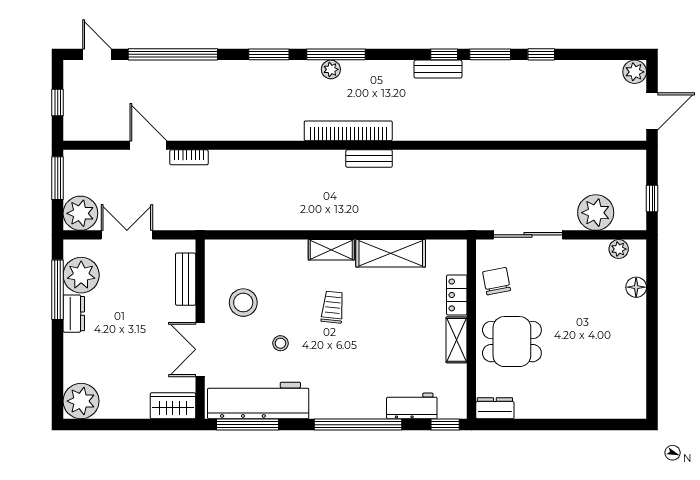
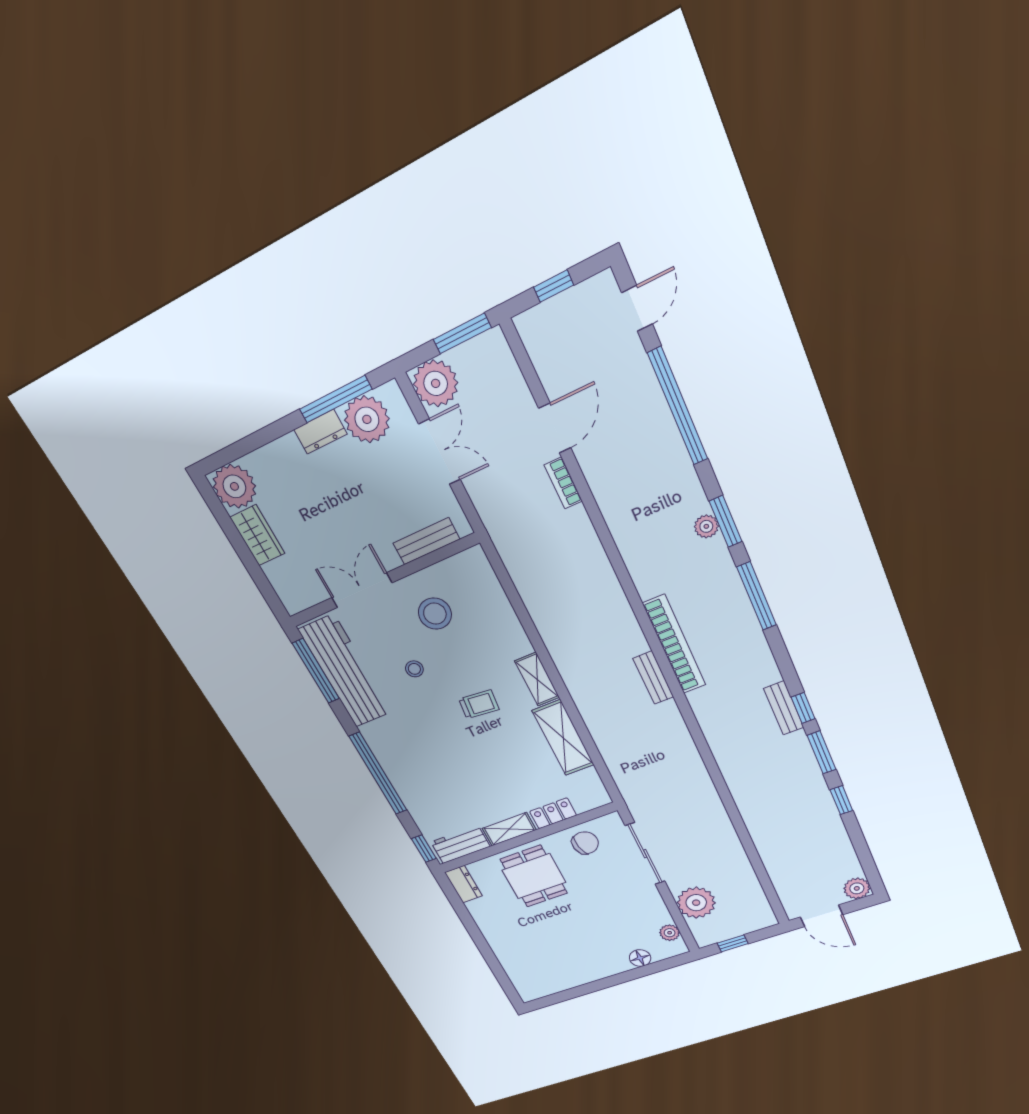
plant: (331, 69) -> (706, 526), moved
wardrobe: (173, 406) -> (257, 535), moved
workbench: (412, 406) -> (460, 844), moved, turned -90

